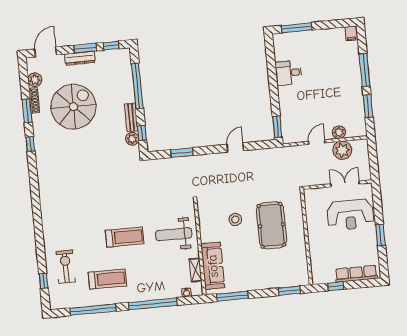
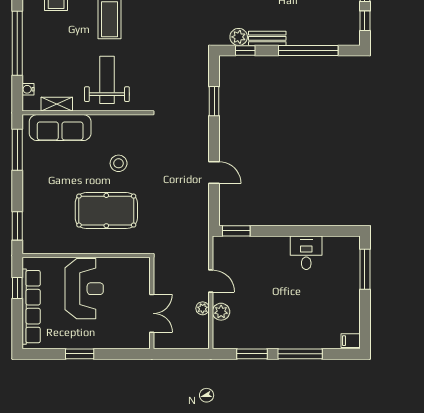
plant: (342, 150) -> (203, 308), width x0.53, depth x0.53
reception desk: (350, 215) -> (84, 289), moved, turned 180
row of seats: (356, 274) -> (31, 307), width x1.36

